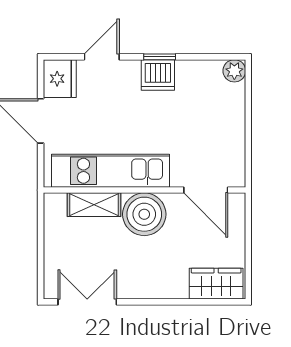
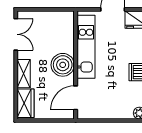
shelving: (94, 205) -> (24, 74), moved

